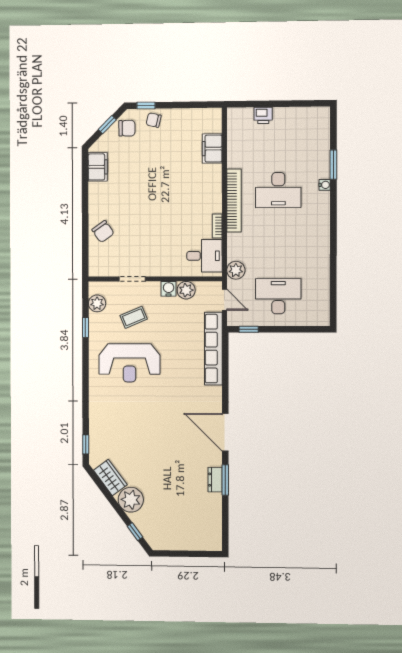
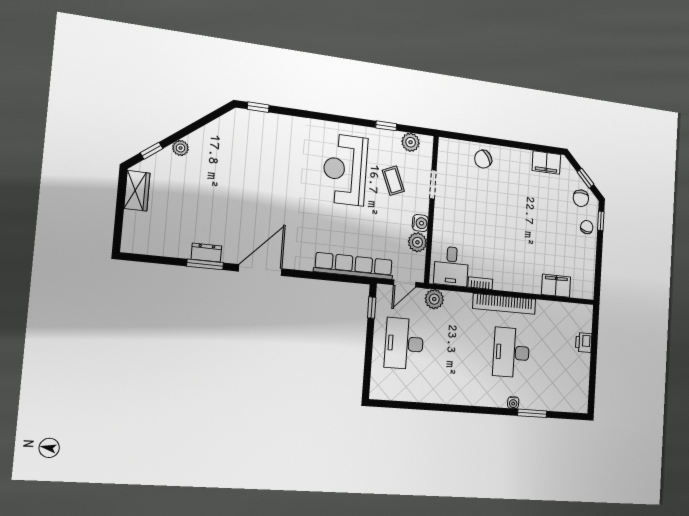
desk: (278, 296) -> (404, 344), turned 180
wardrobe: (110, 478) -> (137, 191), moved, turned -53
plant: (131, 500) -> (181, 148), width x0.53, depth x0.53

